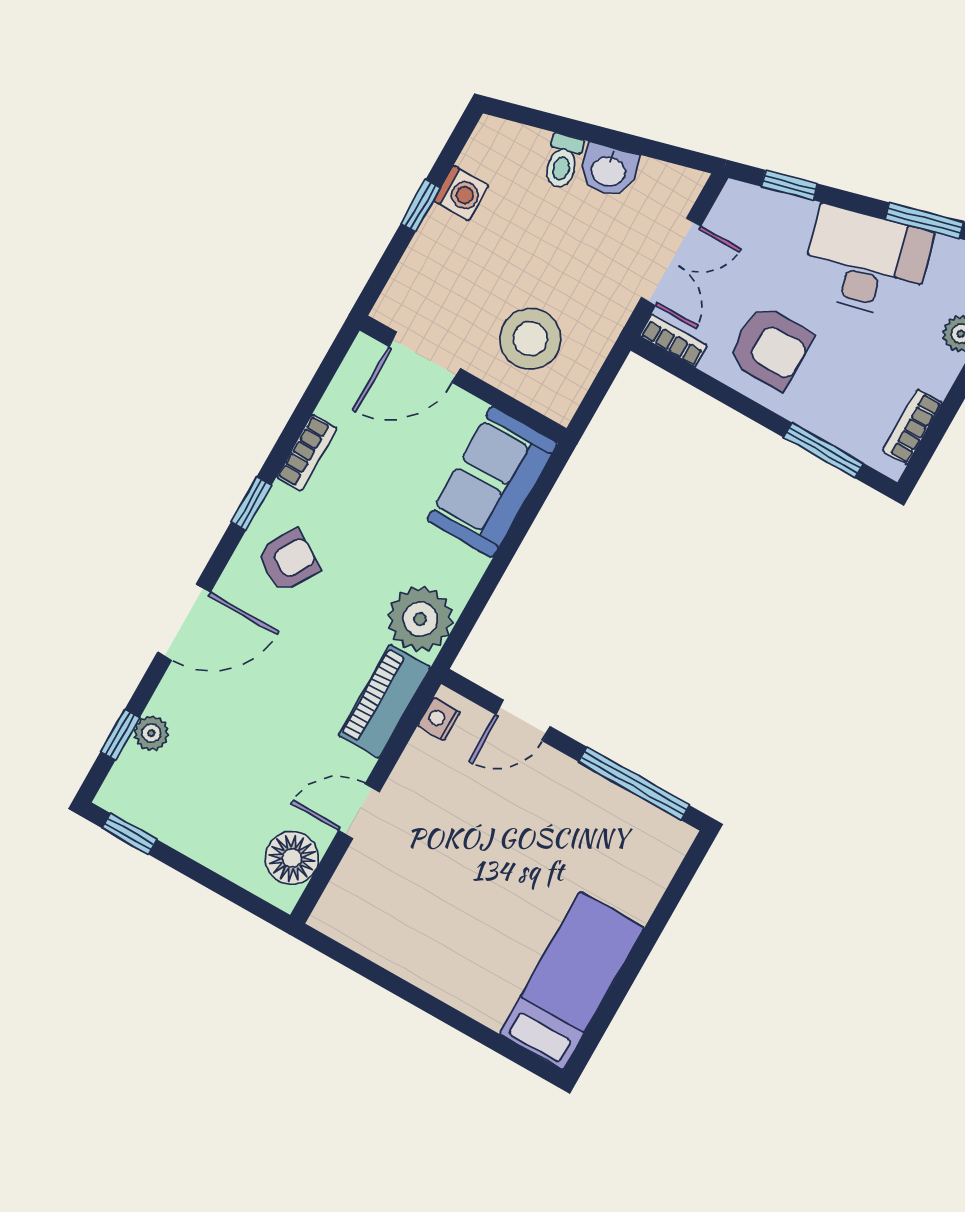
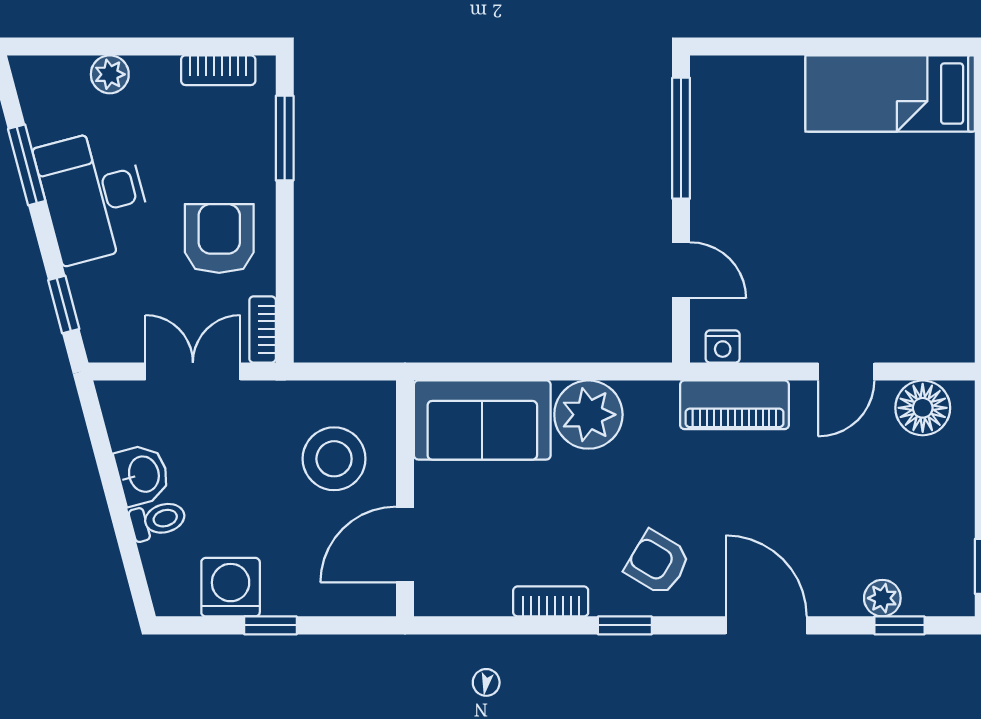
washing machine: (461, 193) -> (231, 587), width x1.38, depth x1.38
door: (424, 357) -> (405, 545), swing flipped
plant: (420, 619) -> (588, 415), moved
door: (359, 811) -> (846, 372), hinge flipped

